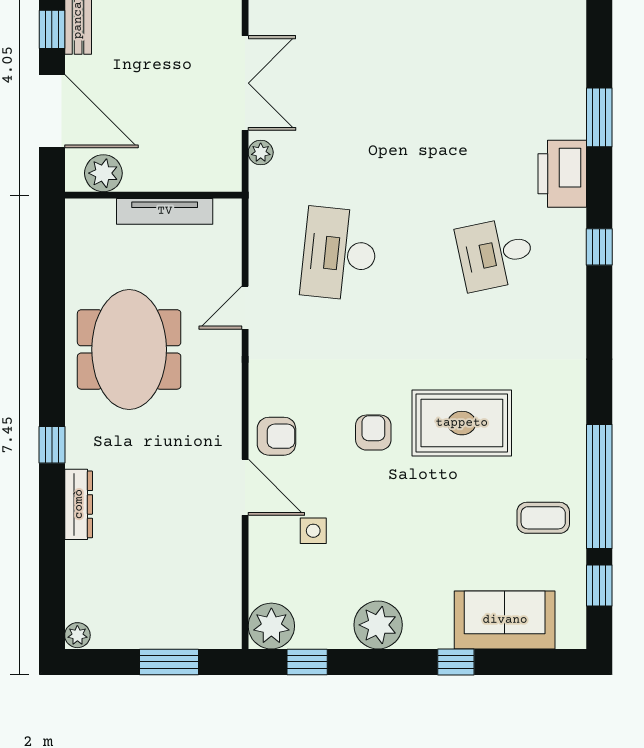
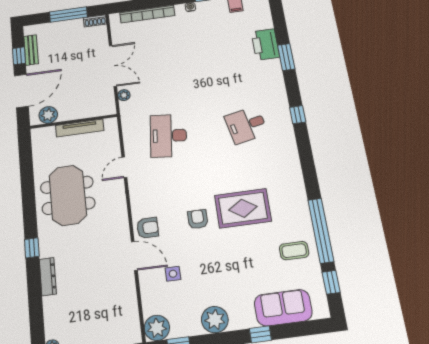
door: (52, 111) -> (21, 91), hinge flipped
printer: (562, 174) -> (265, 45), moved

